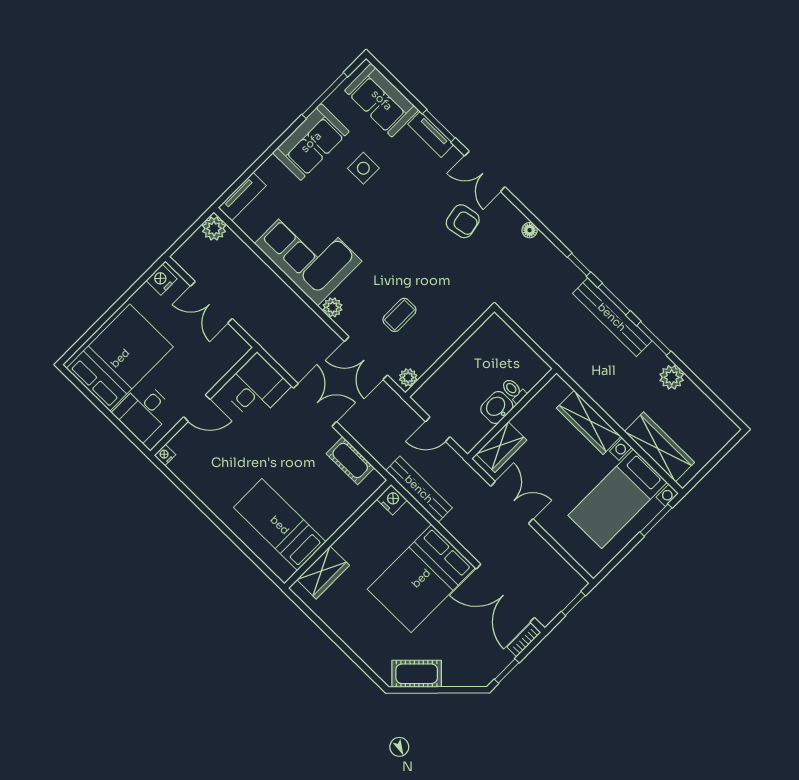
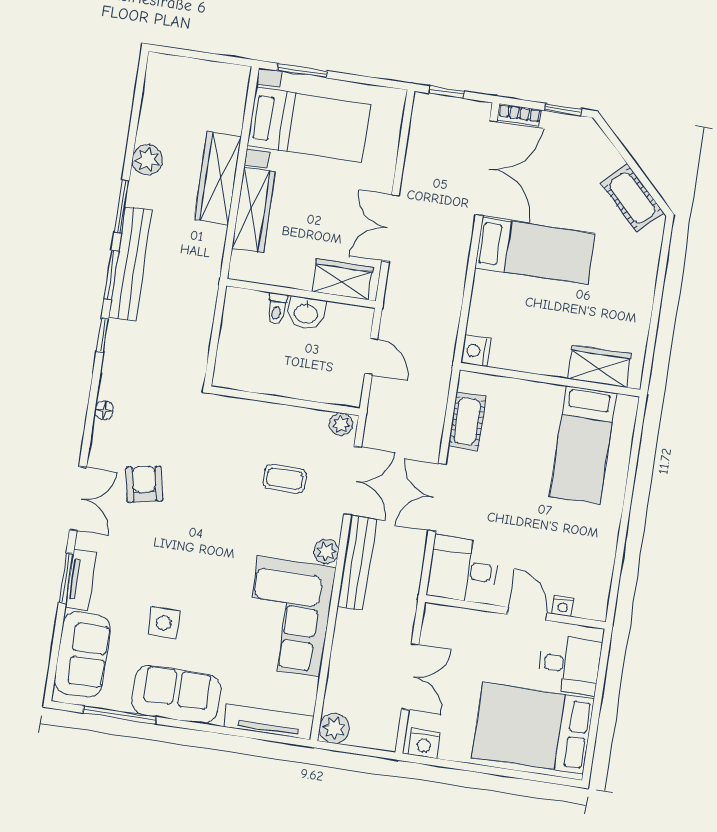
tv unit: (242, 197) -> (269, 722), width x1.41
wardrobe: (659, 447) -> (218, 178), moved
nightstand: (165, 455) -> (563, 606), moved
bench: (419, 489) -> (357, 563), moved
bed: (421, 578) -> (535, 251), width x0.67

